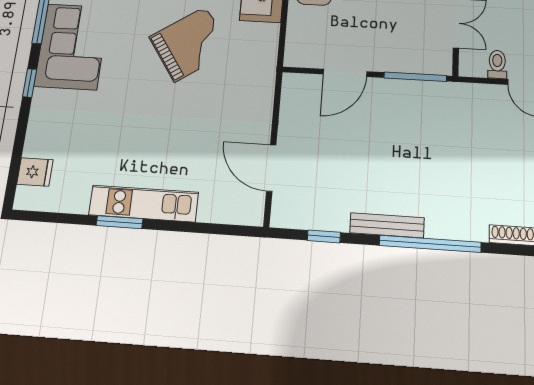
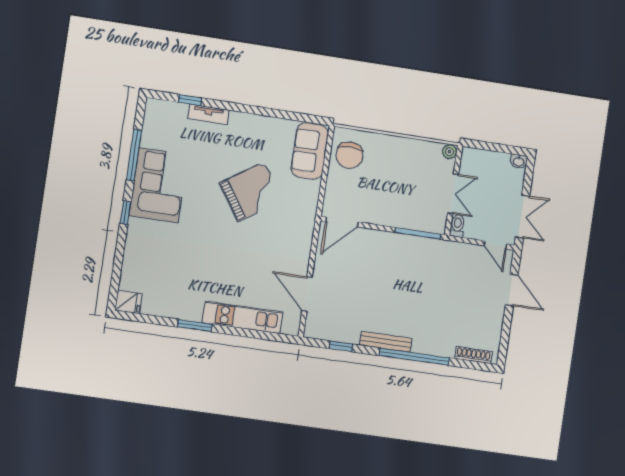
toilet: (497, 64) -> (457, 226), moved
door: (345, 73) -> (342, 222), moved
fridge: (35, 172) -> (128, 302), moved
kitchen unit: (144, 204) -> (243, 317), moved

